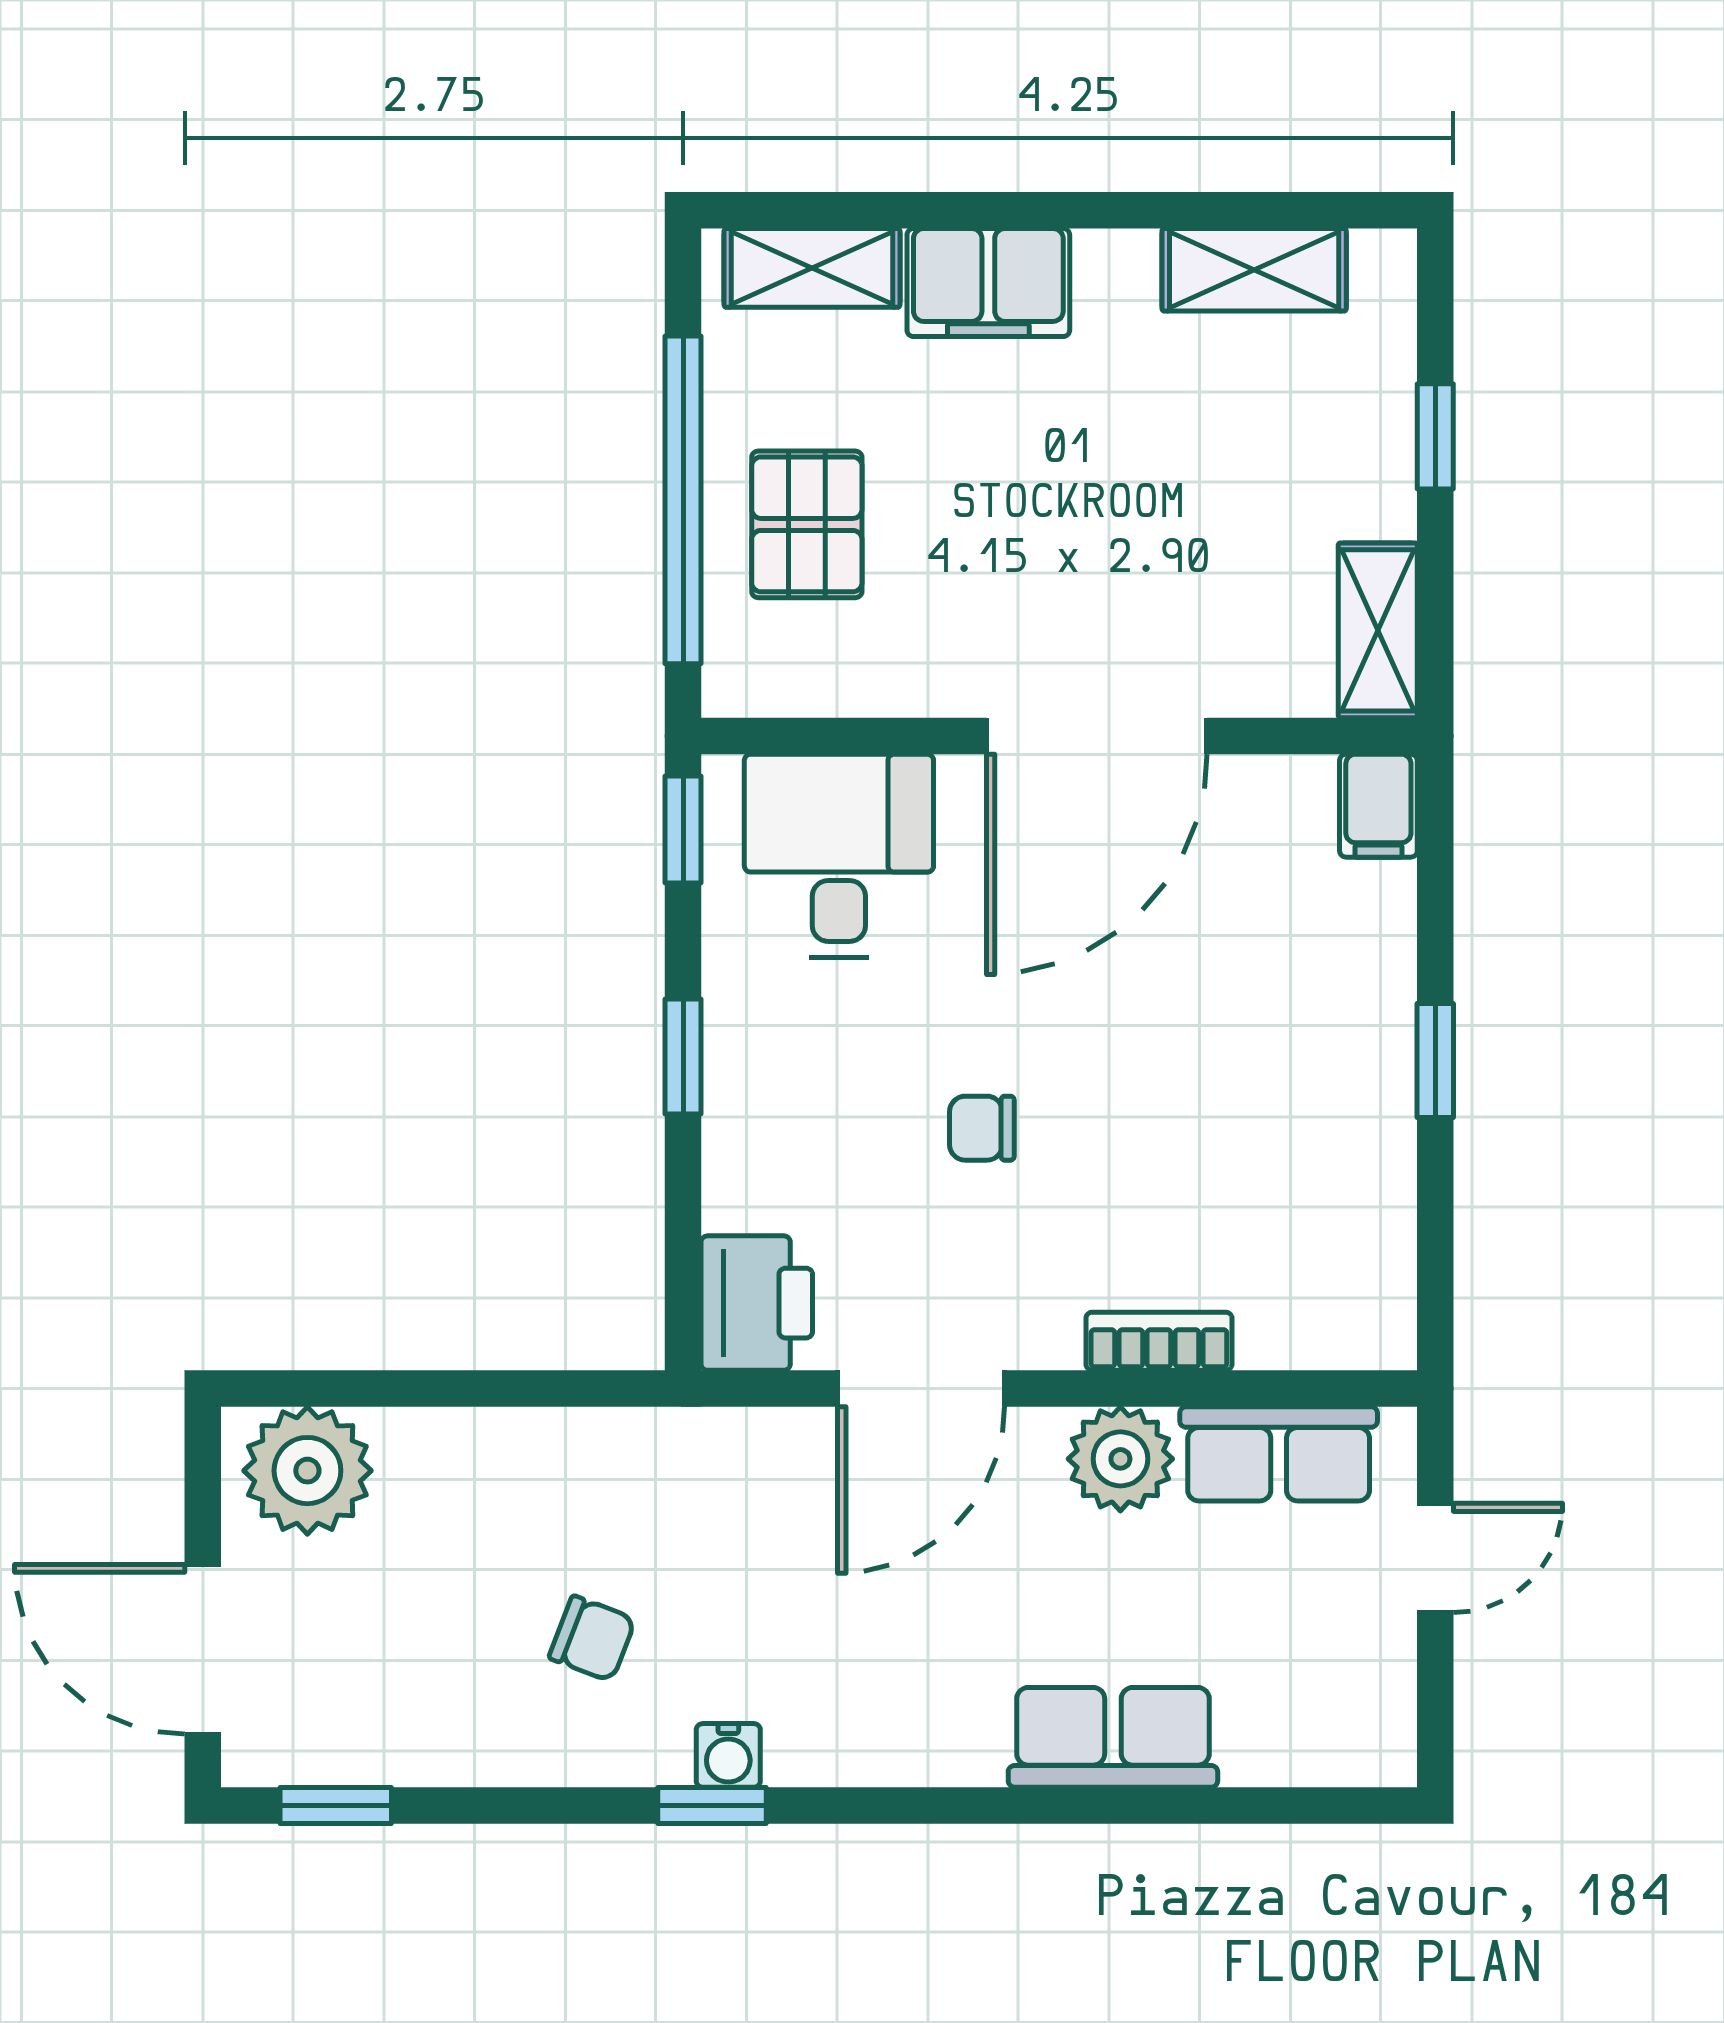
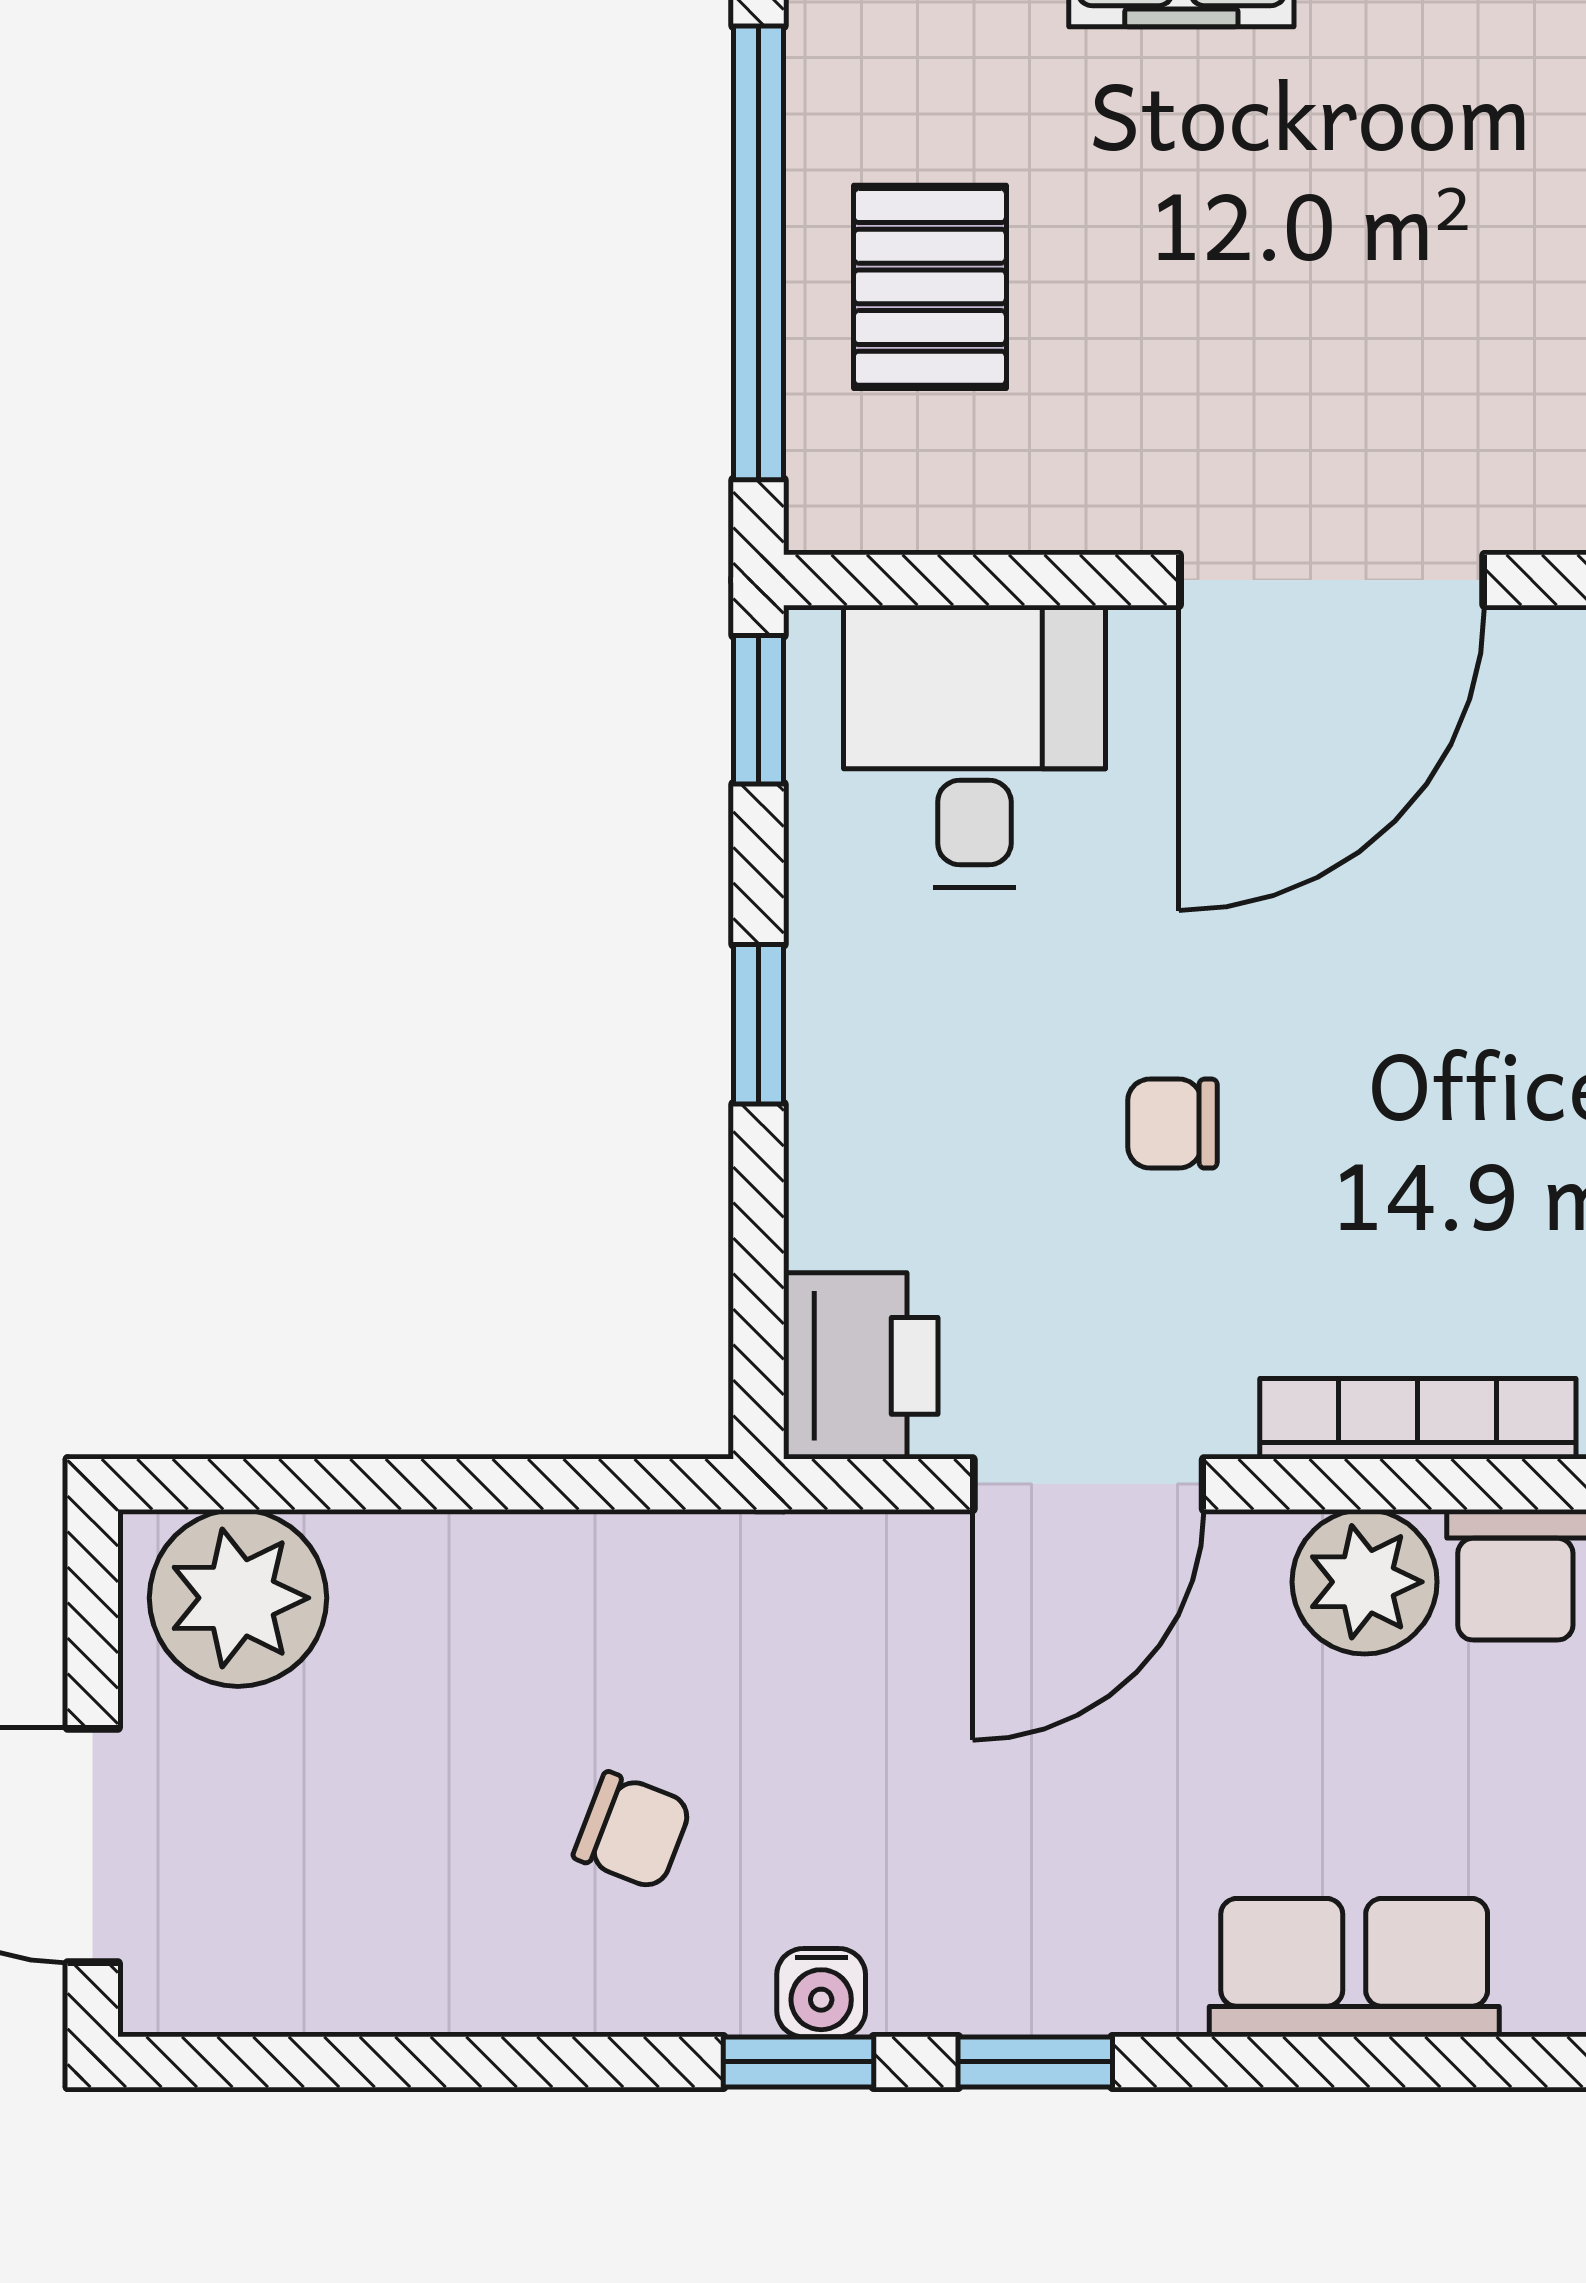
bookcase: (1159, 1341) -> (1418, 1419), width x1.56
window: (336, 1805) -> (1035, 2062), moved

